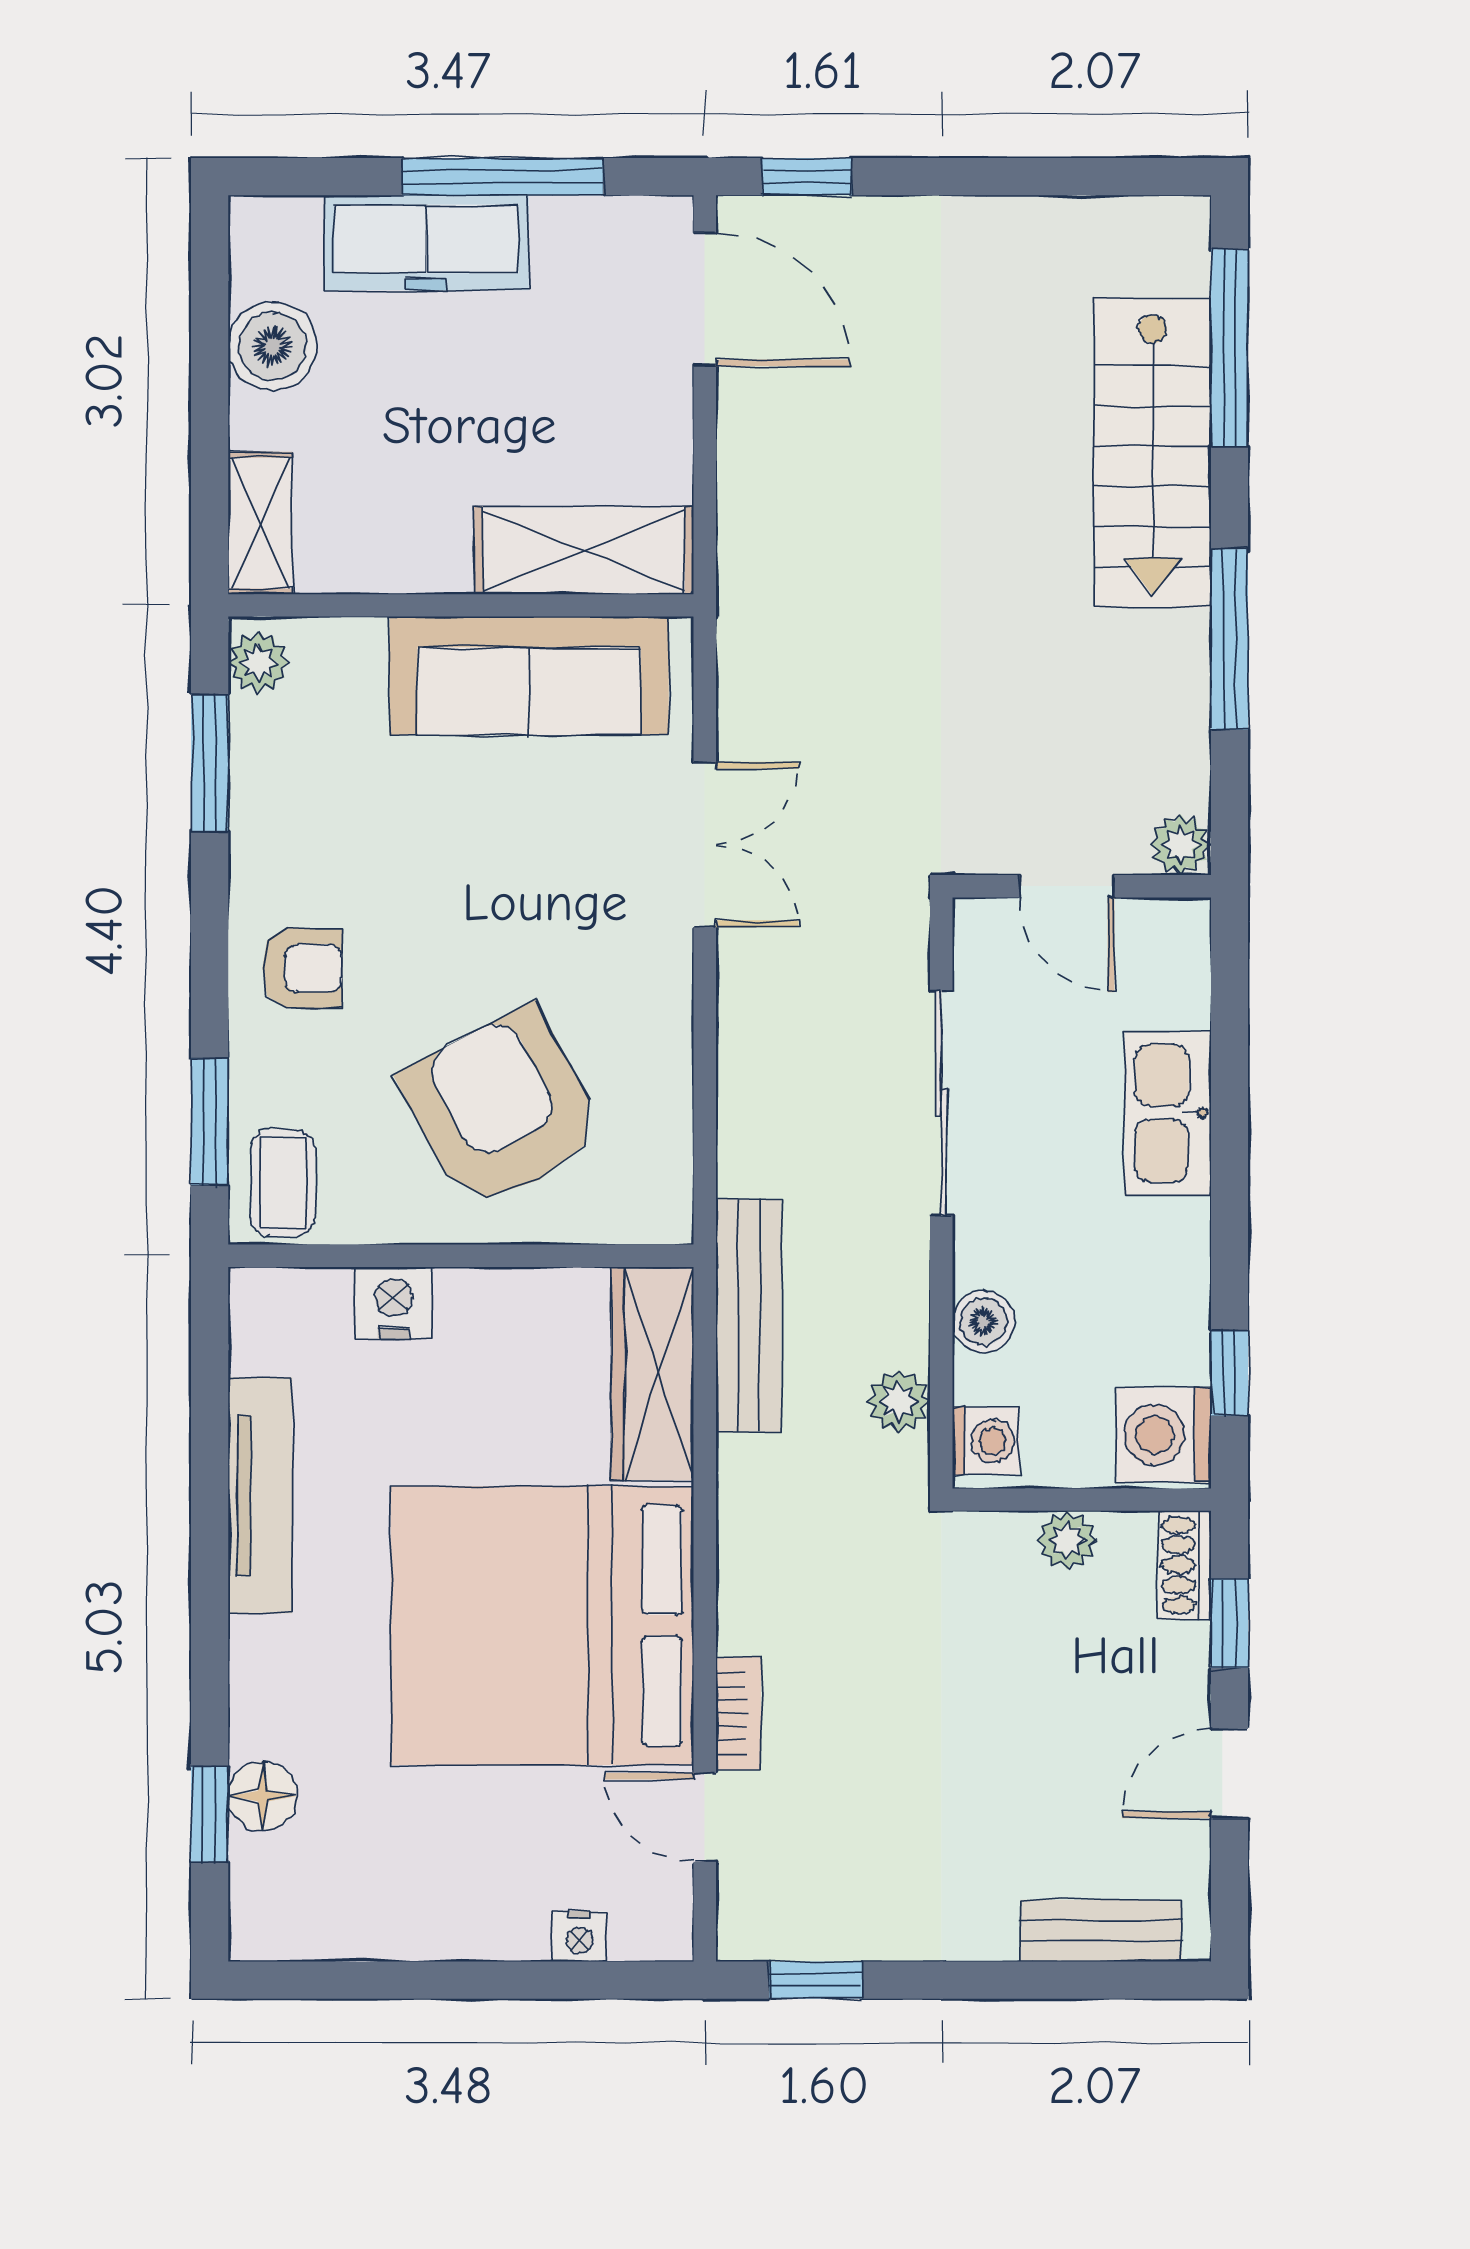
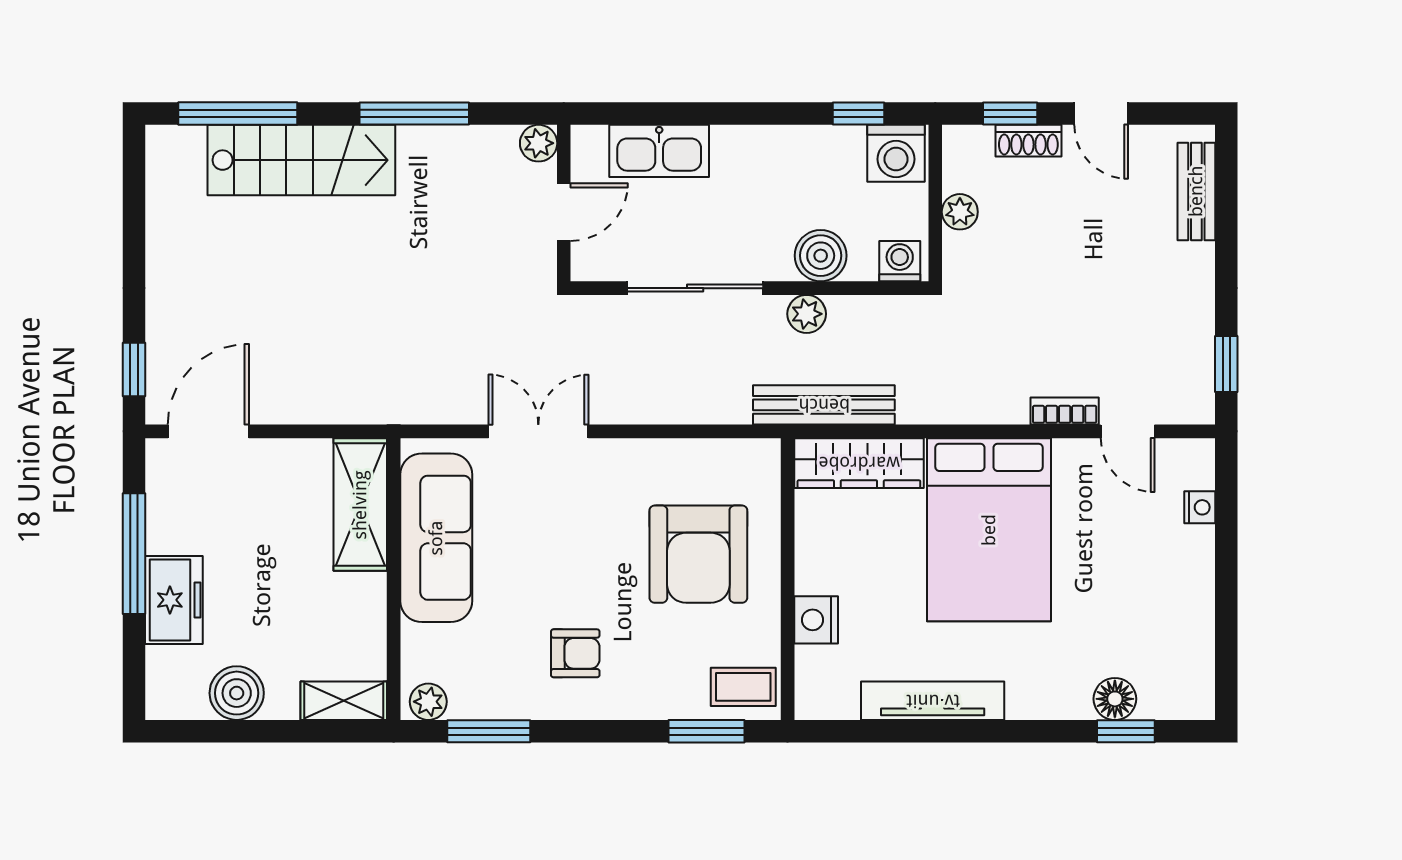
freezer: (426, 243) -> (174, 600), width x0.71
armchair: (302, 968) -> (575, 653), moved, turned 90
armchair: (502, 1109) -> (698, 554), turned -62
kitchen sink: (1168, 1113) -> (659, 151), moved
boiler: (984, 1322) -> (821, 256), width x1.36, depth x1.36
plant: (899, 1401) -> (807, 314), moved
shoe rack: (1185, 1565) -> (1028, 141), moved
bed: (542, 1625) -> (989, 530), width x0.73
door: (705, 1817) -> (1128, 431), hinge flipped

